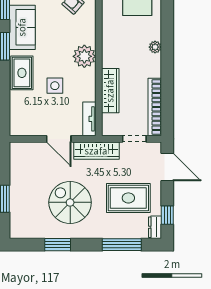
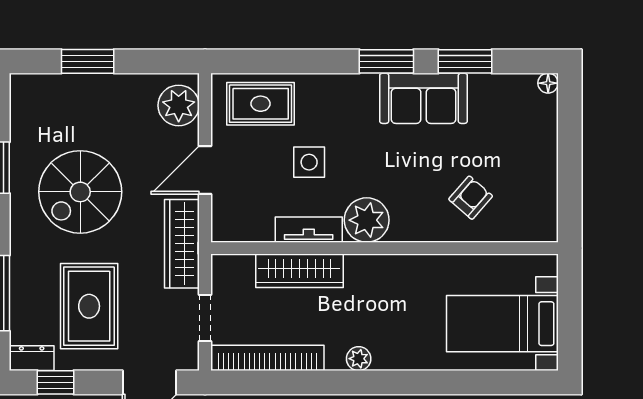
plant: (155, 47) -> (359, 359), moved
rug: (22, 73) -> (261, 104), moved
tv unit: (89, 119) -> (309, 230), moved
plant: (26, 152) -> (179, 105), added
spiral stairs: (70, 202) -> (80, 192), turned 180

